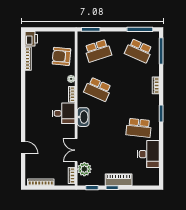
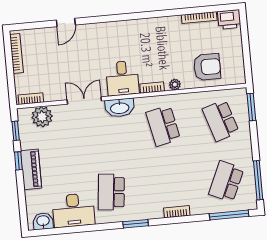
armchair: (61, 56) -> (207, 67), turned 85
school desk: (98, 89) -> (163, 126), turned -36
double door: (76, 150) -> (84, 100), moved
washbasin: (154, 175) -> (43, 221), added

